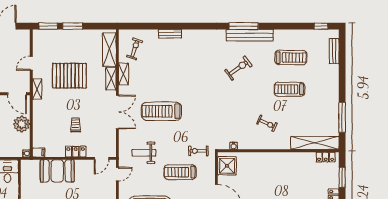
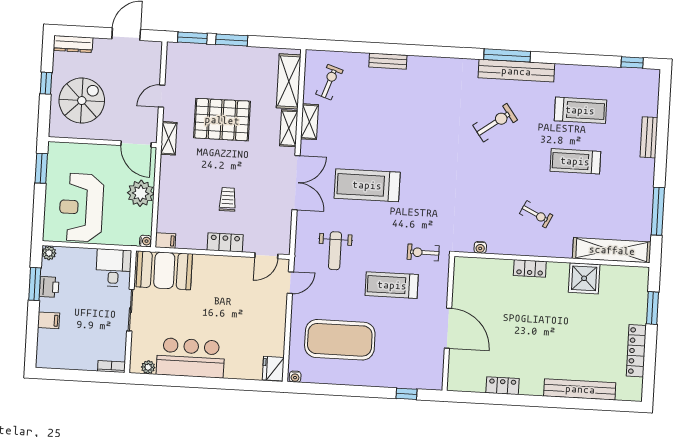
bench: (334, 51) -> (649, 137), moved
weight bench: (144, 153) -> (335, 251), turned -90
locker: (326, 157) -> (530, 268), moved
shower: (227, 166) -> (584, 278), moved
booth: (57, 171) -> (164, 270), moved

